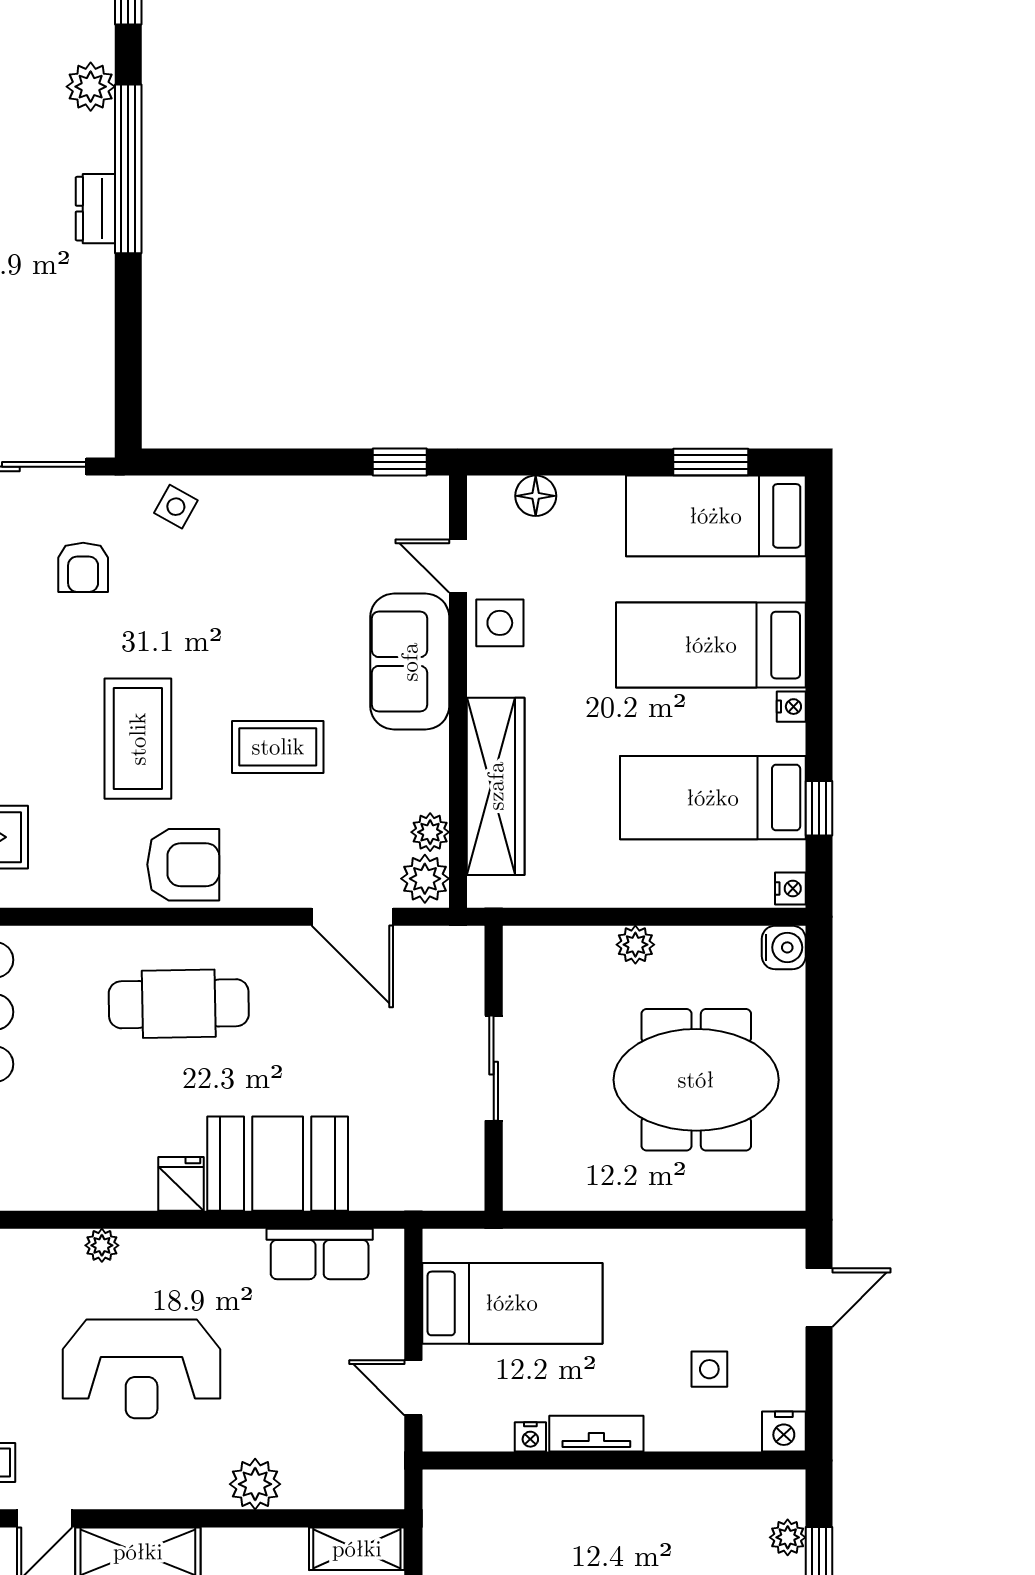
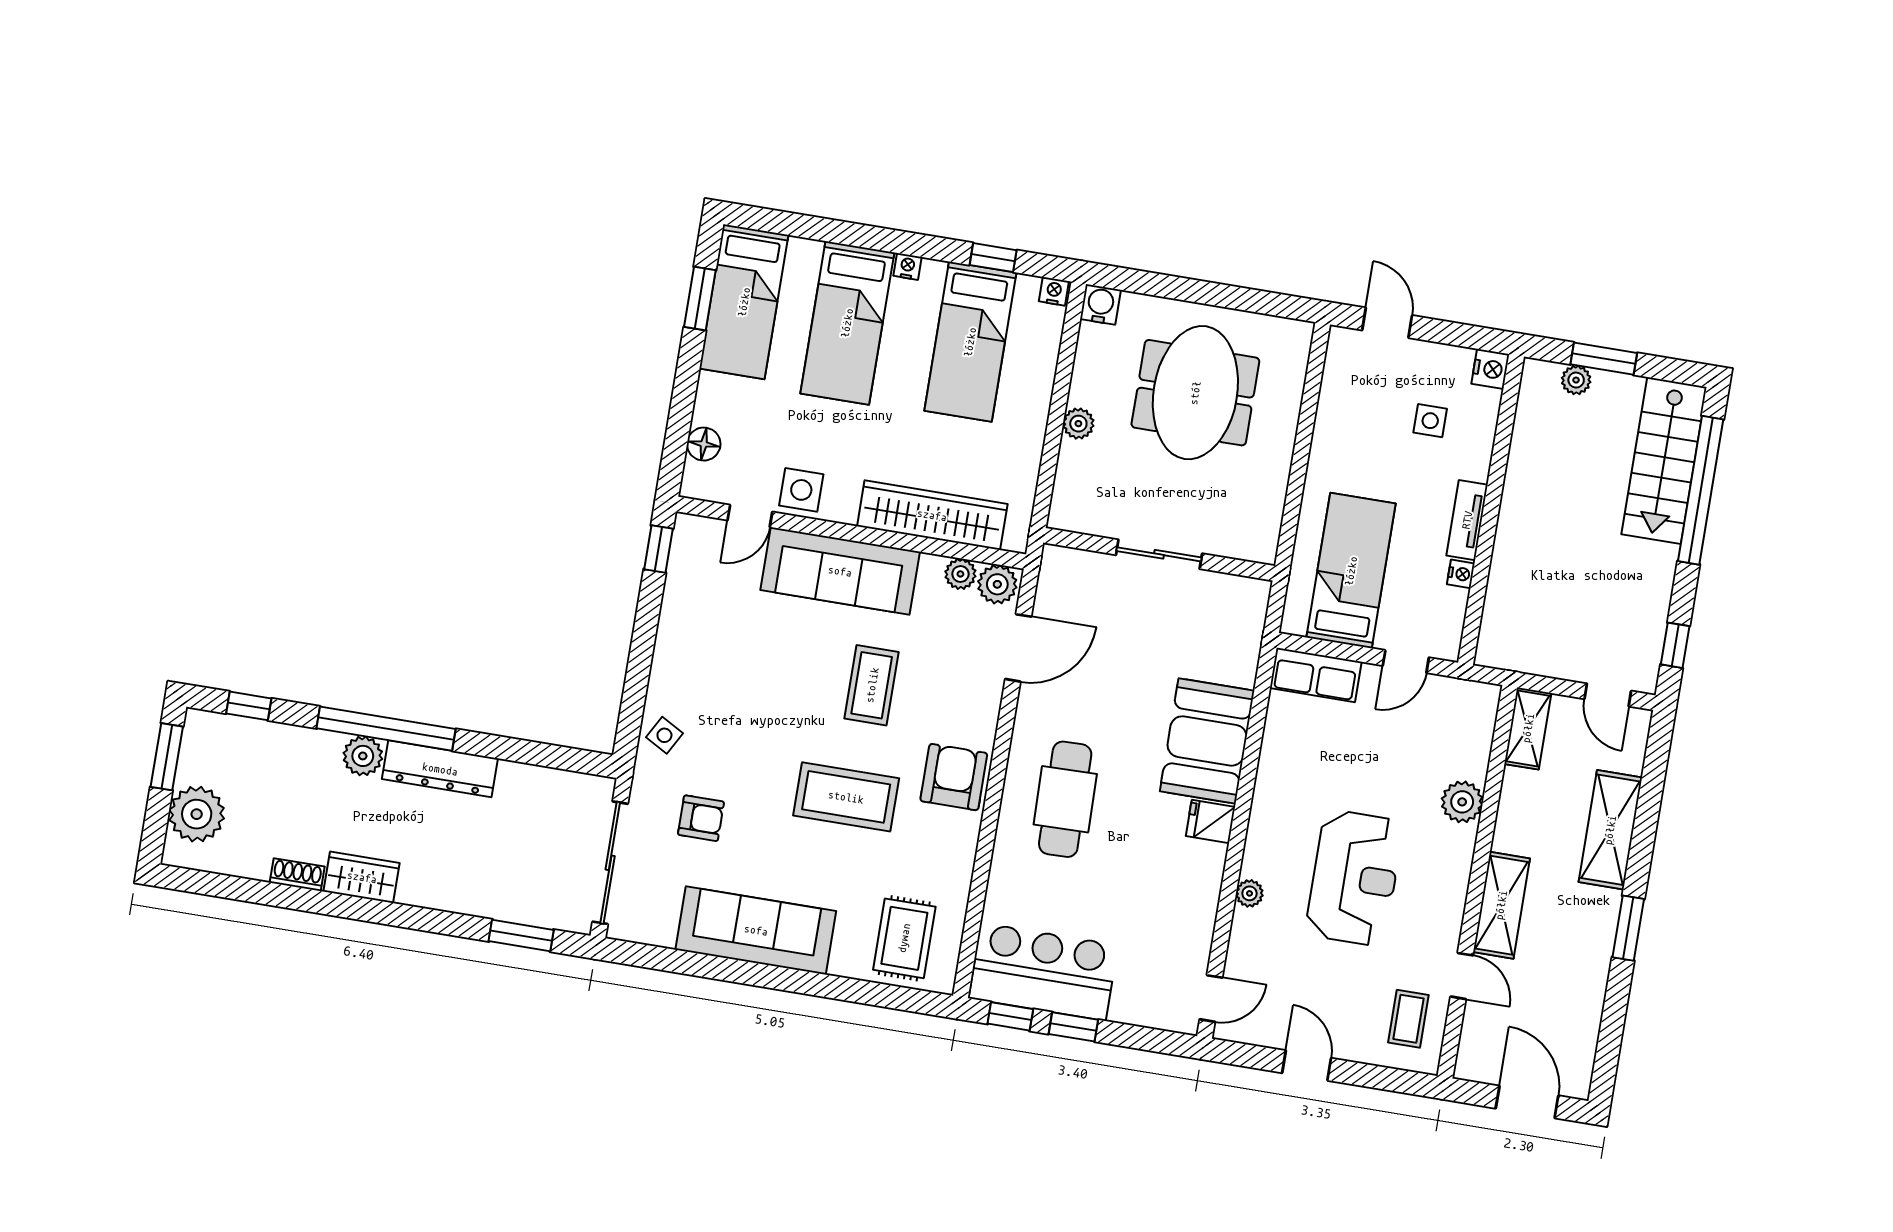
plant: (91, 87) -> (363, 756), moved
dresser: (95, 209) -> (440, 769), width x1.96, depth x1.24
sofa: (410, 662) -> (840, 571), width x1.36
row of seats: (320, 1254) -> (1316, 675), moved, turned 90

